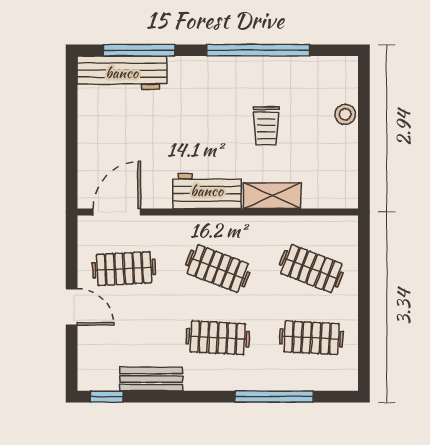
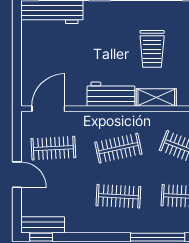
trolley: (266, 126) -> (152, 49), width x1.36, depth x1.39
clothes rail: (218, 269) -> (118, 148), turned -33
bench: (151, 379) -> (43, 225), moved

